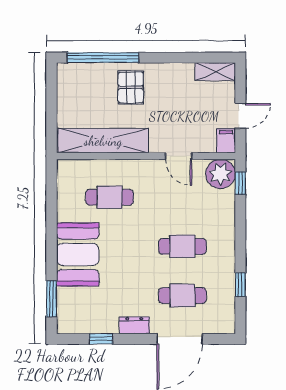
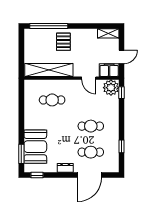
filing cabinet: (226, 141) -> (109, 70), width x2.00
booth: (78, 254) -> (35, 147), moved
window: (101, 339) -> (37, 175), moved

